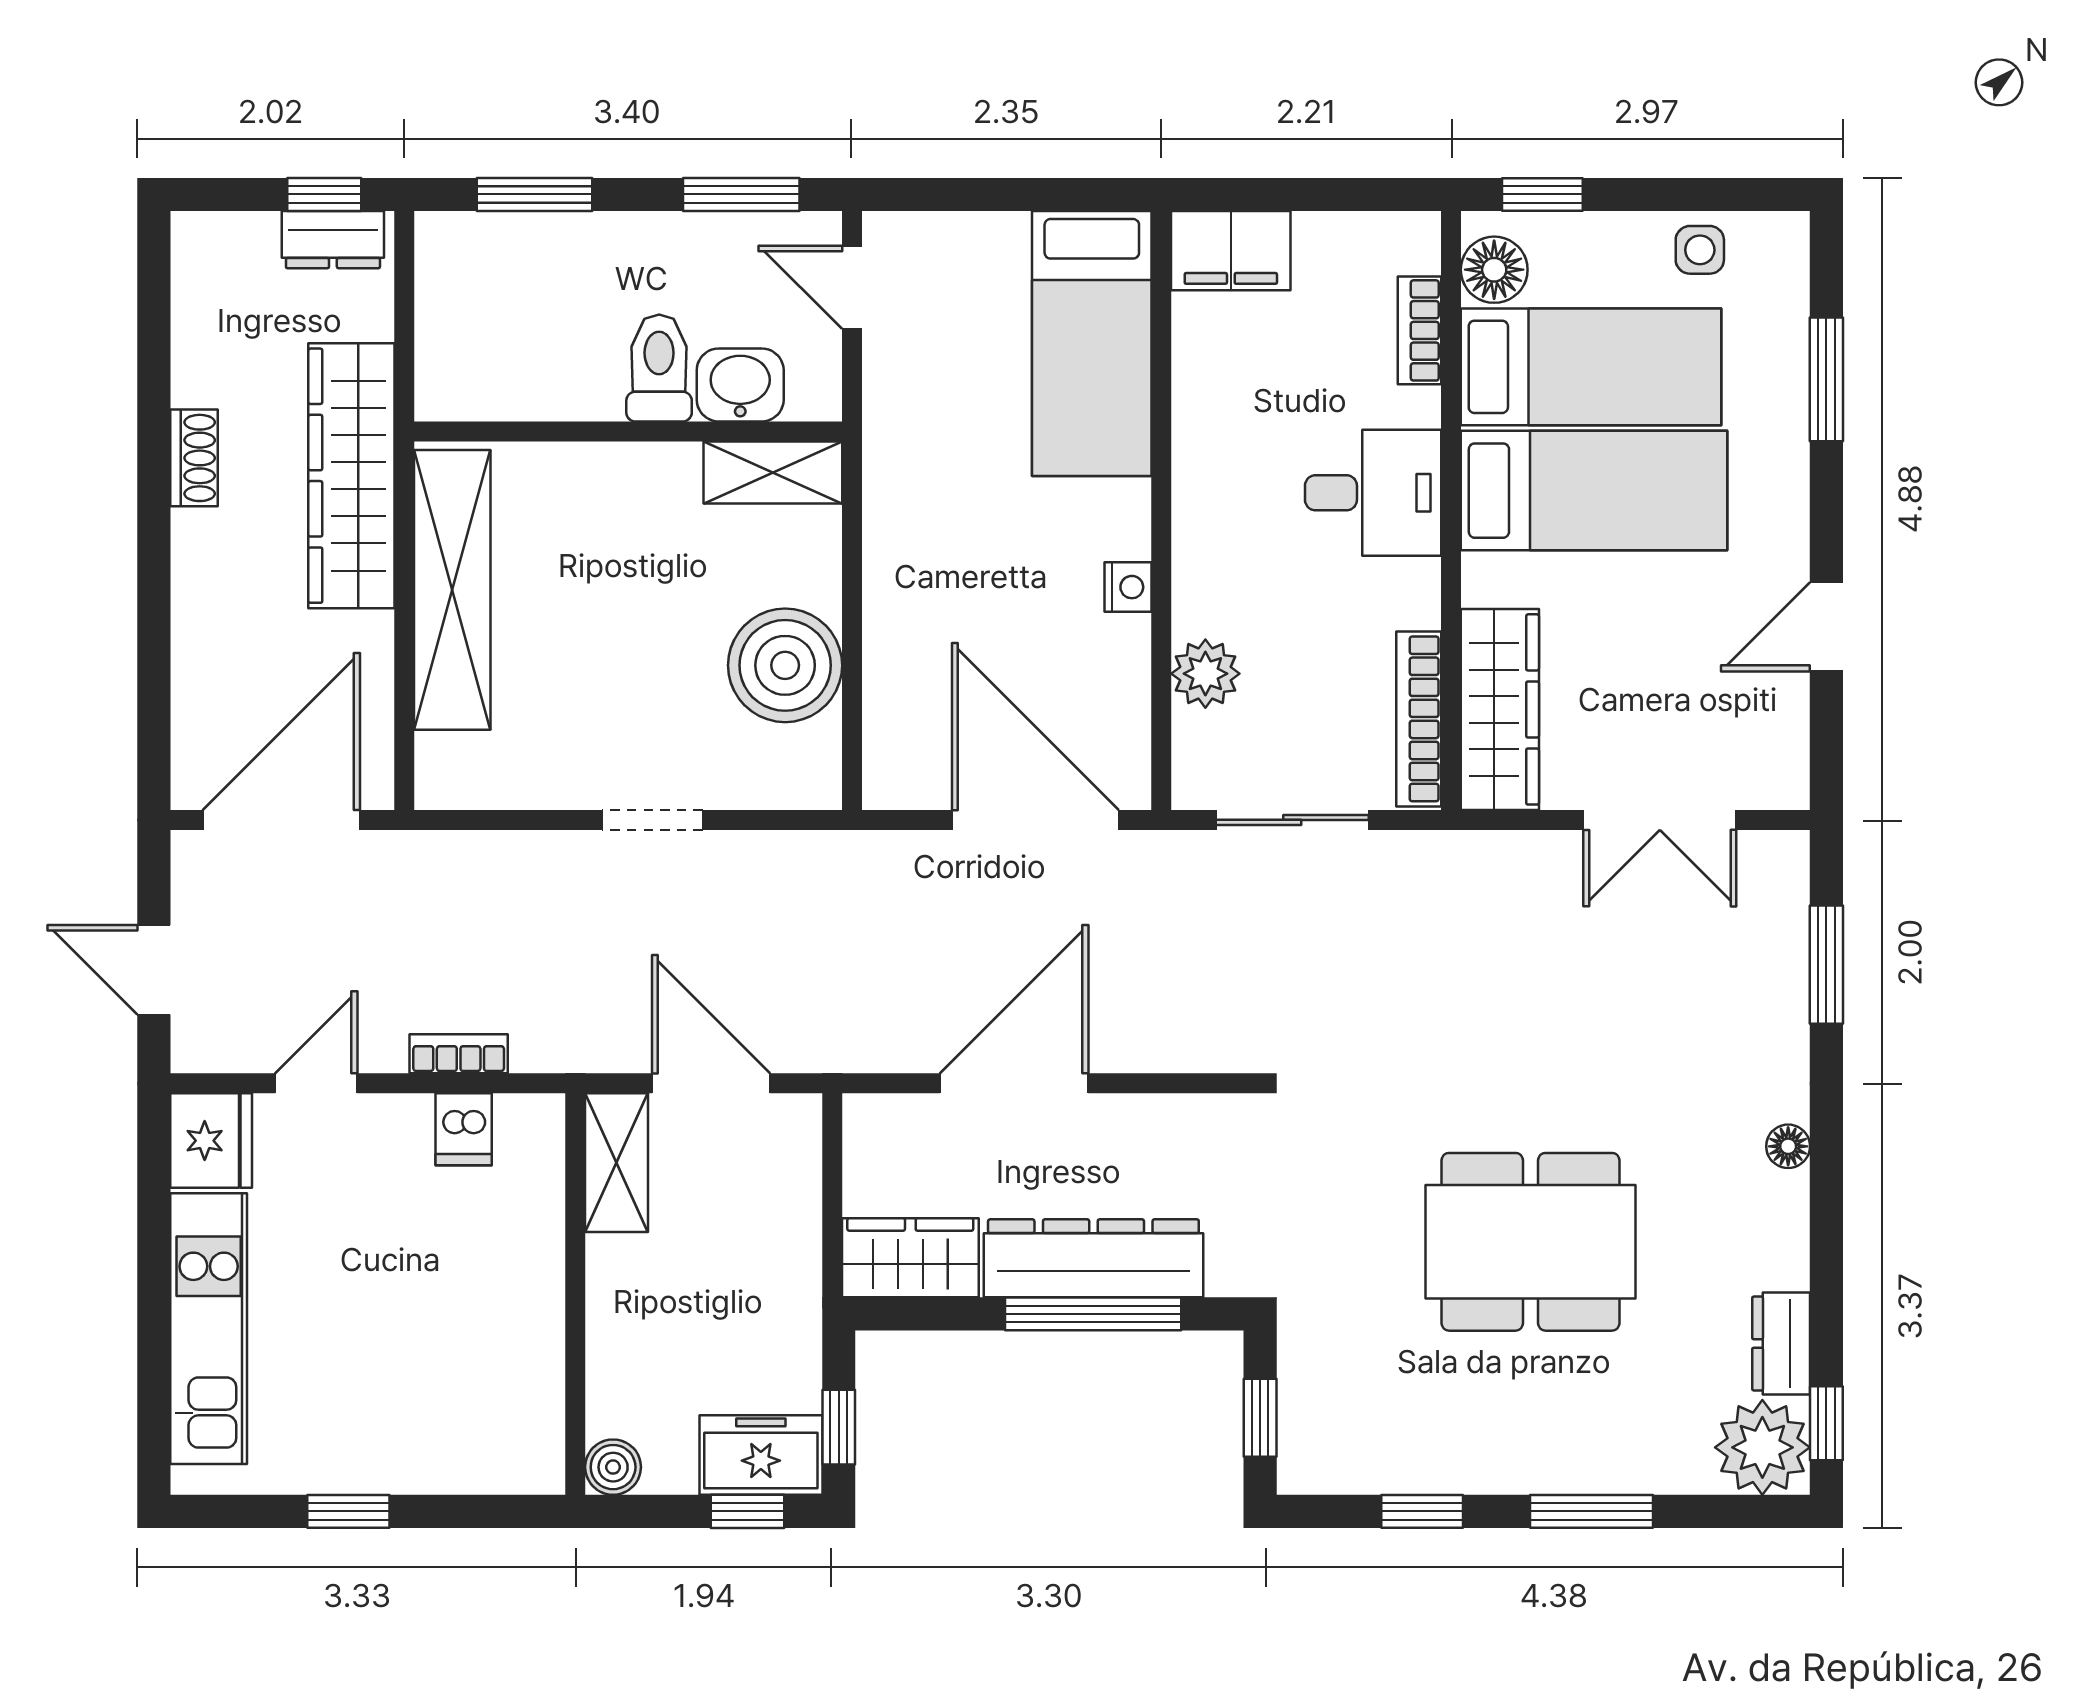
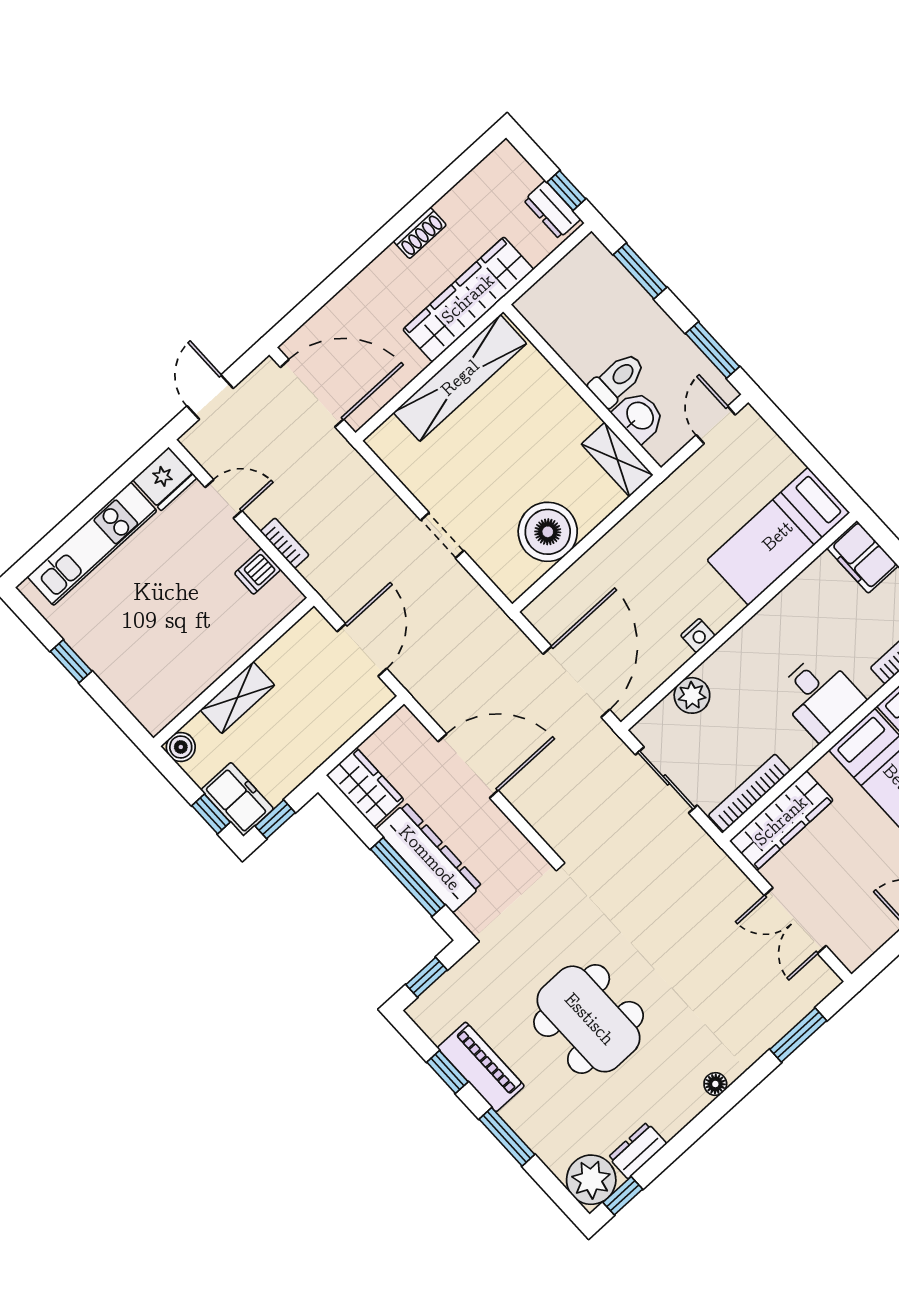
shelving: (617, 1163) -> (237, 698), moved
piano: (1458, 1457) -> (481, 1067), added

